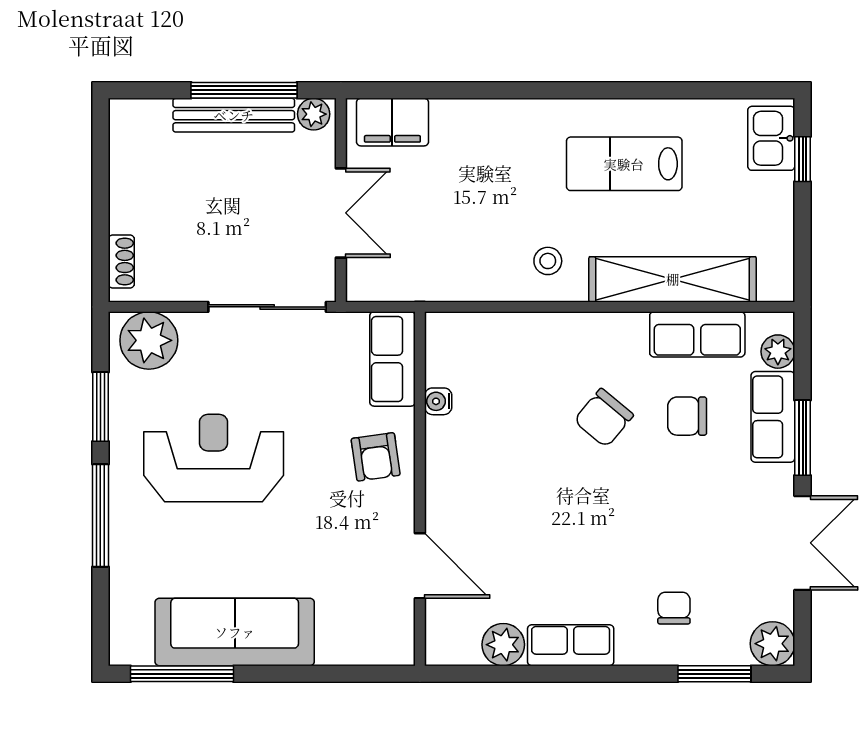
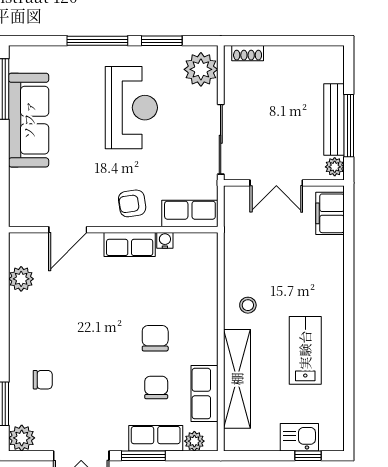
kitchen sink: (771, 138) -> (299, 437), moved
chair: (604, 418) -> (155, 338), turned 50
row of seats: (571, 645) -> (130, 245), moved, turned 90

